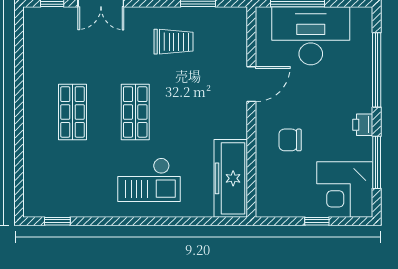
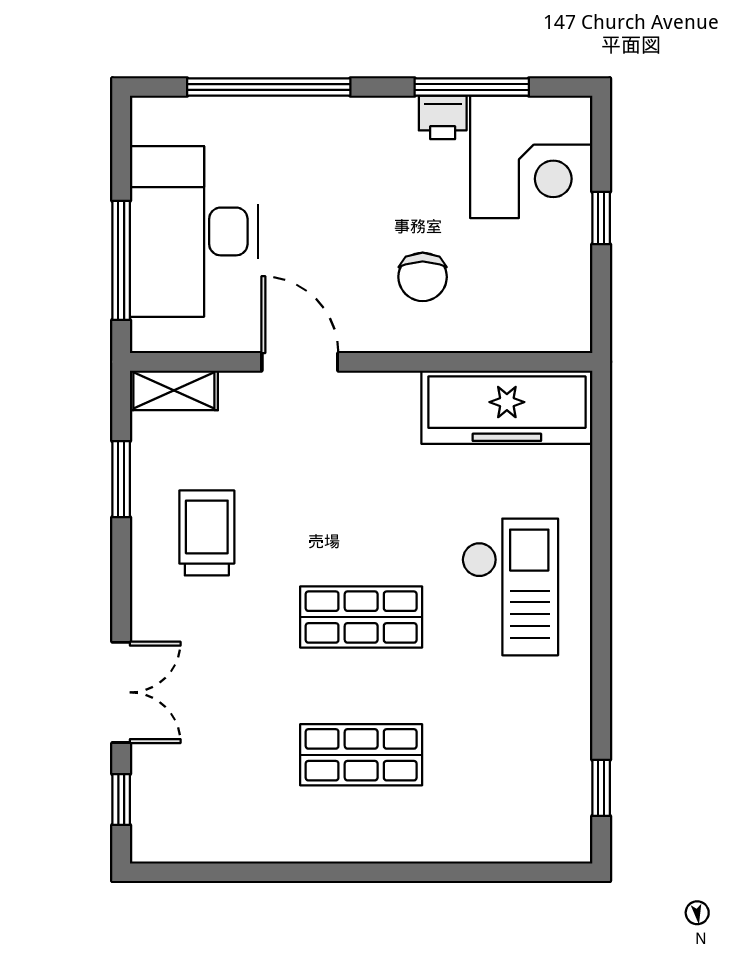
shelving: (238, 27) -> (174, 390), added
printer: (363, 125) -> (443, 117), moved

